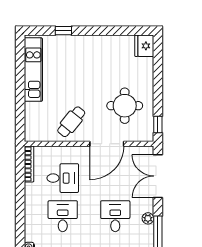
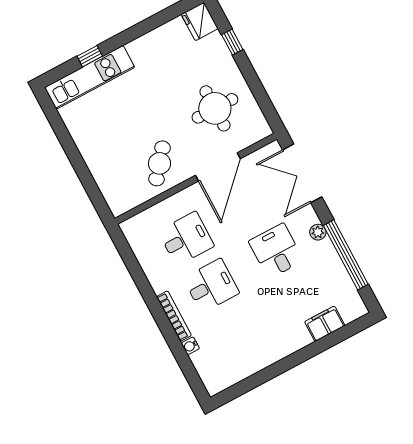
kitchen unit: (33, 70) -> (90, 77), moved, turned 90
window: (158, 125) -> (232, 42), moved
bookcase: (29, 164) -> (174, 316), moved
desk: (63, 216) -> (211, 286), turned 90

